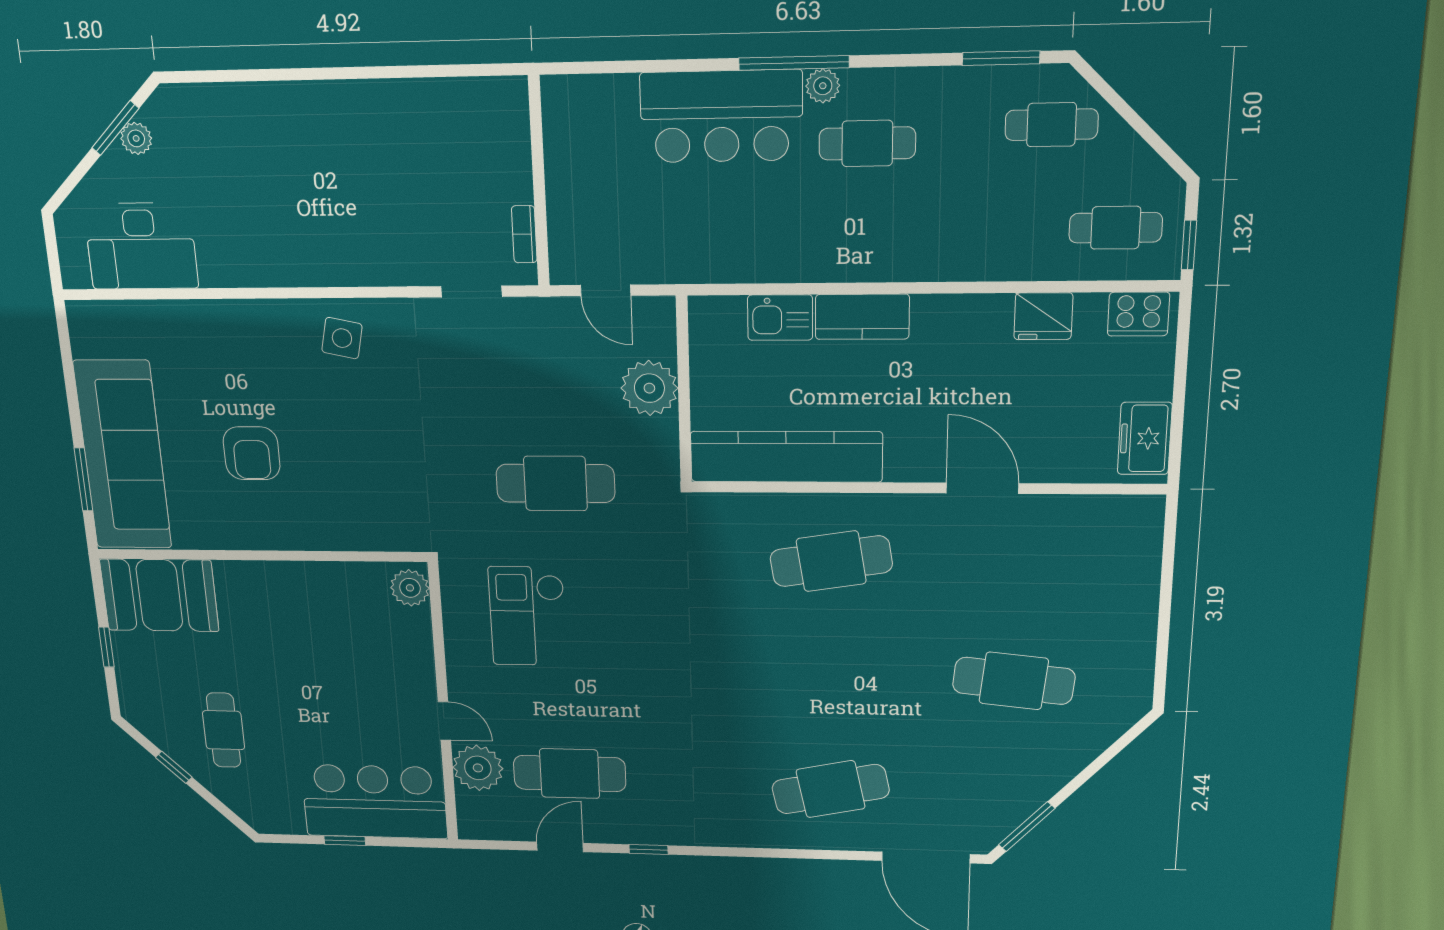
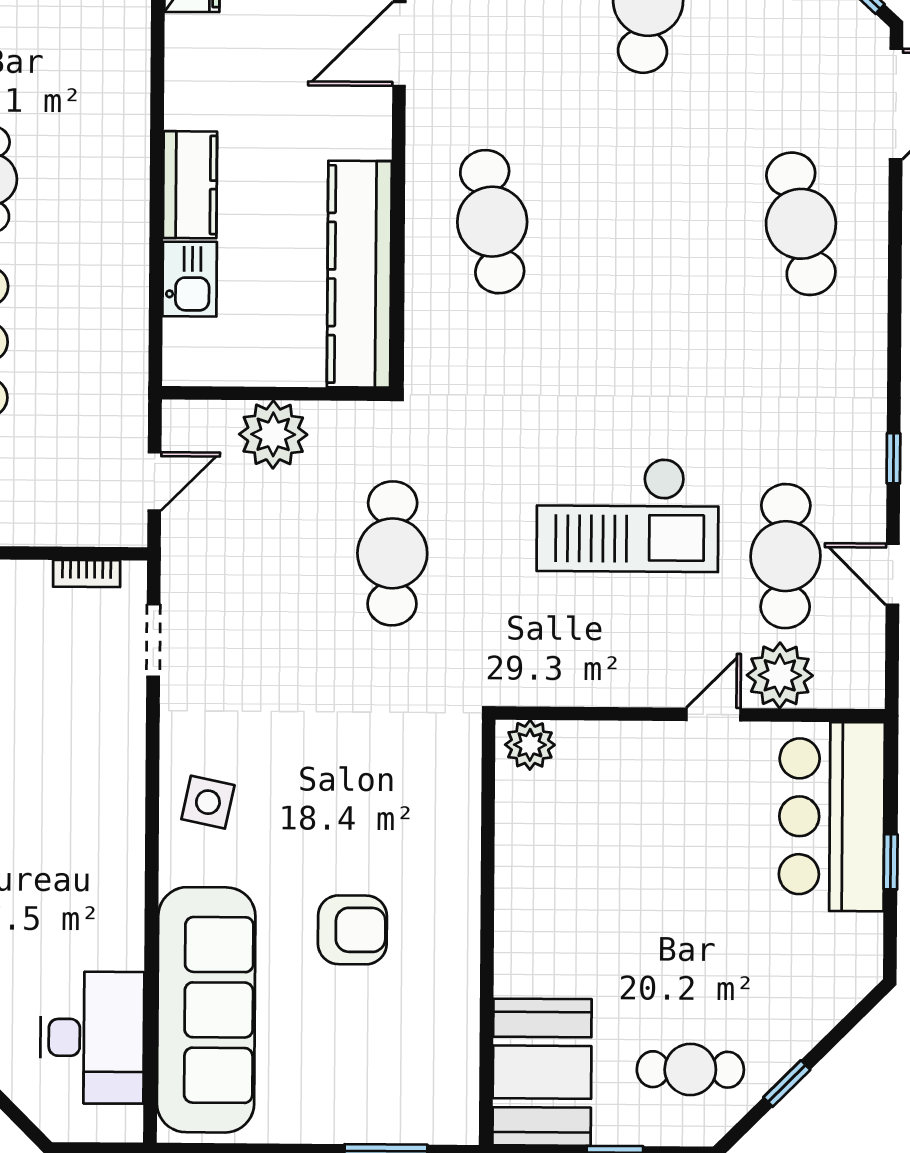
sofa: (123, 455) -> (206, 1010), moved, turned 90
checkout: (528, 616) -> (628, 515), moved, width x1.36, depth x1.21
cafe table: (224, 730) -> (690, 1069), moved

